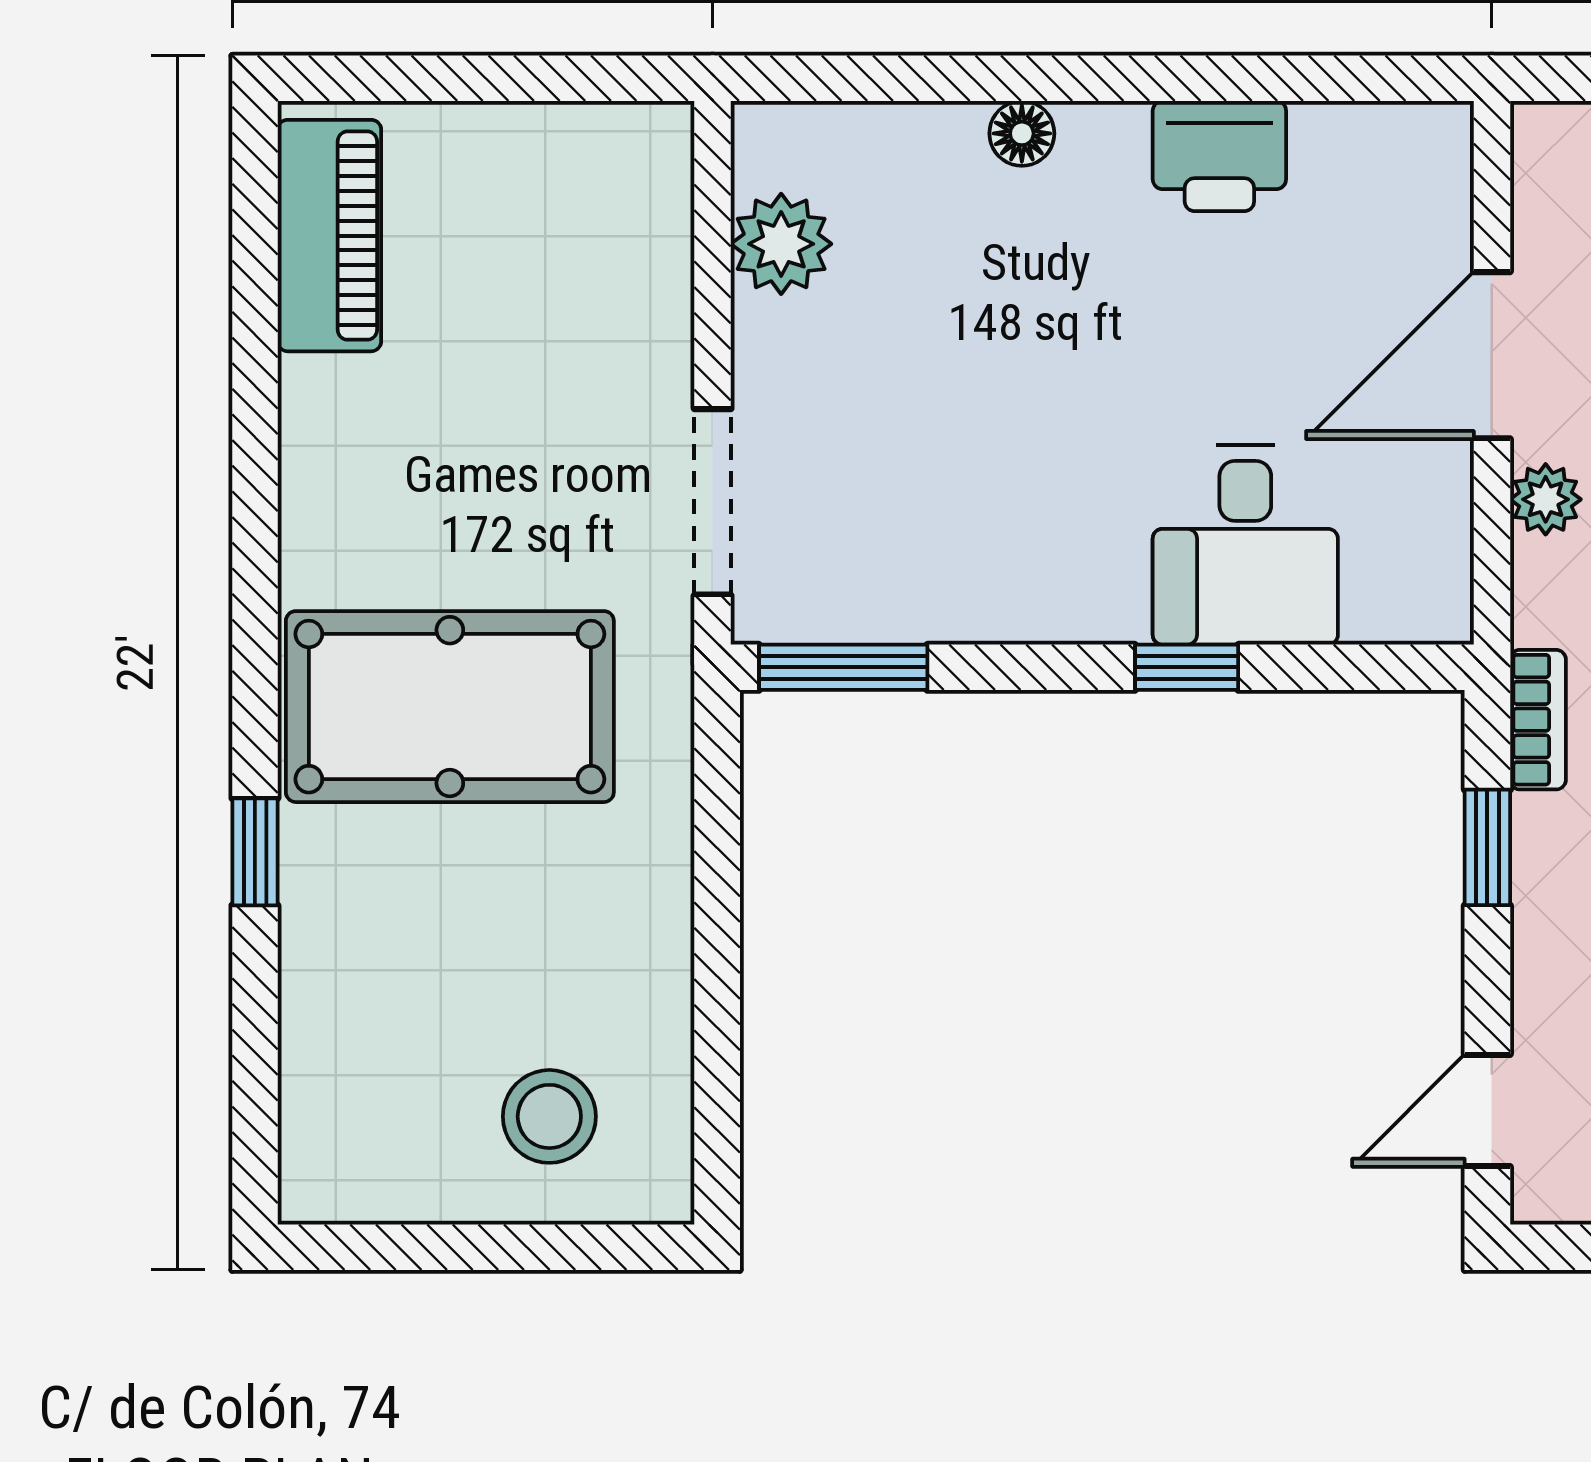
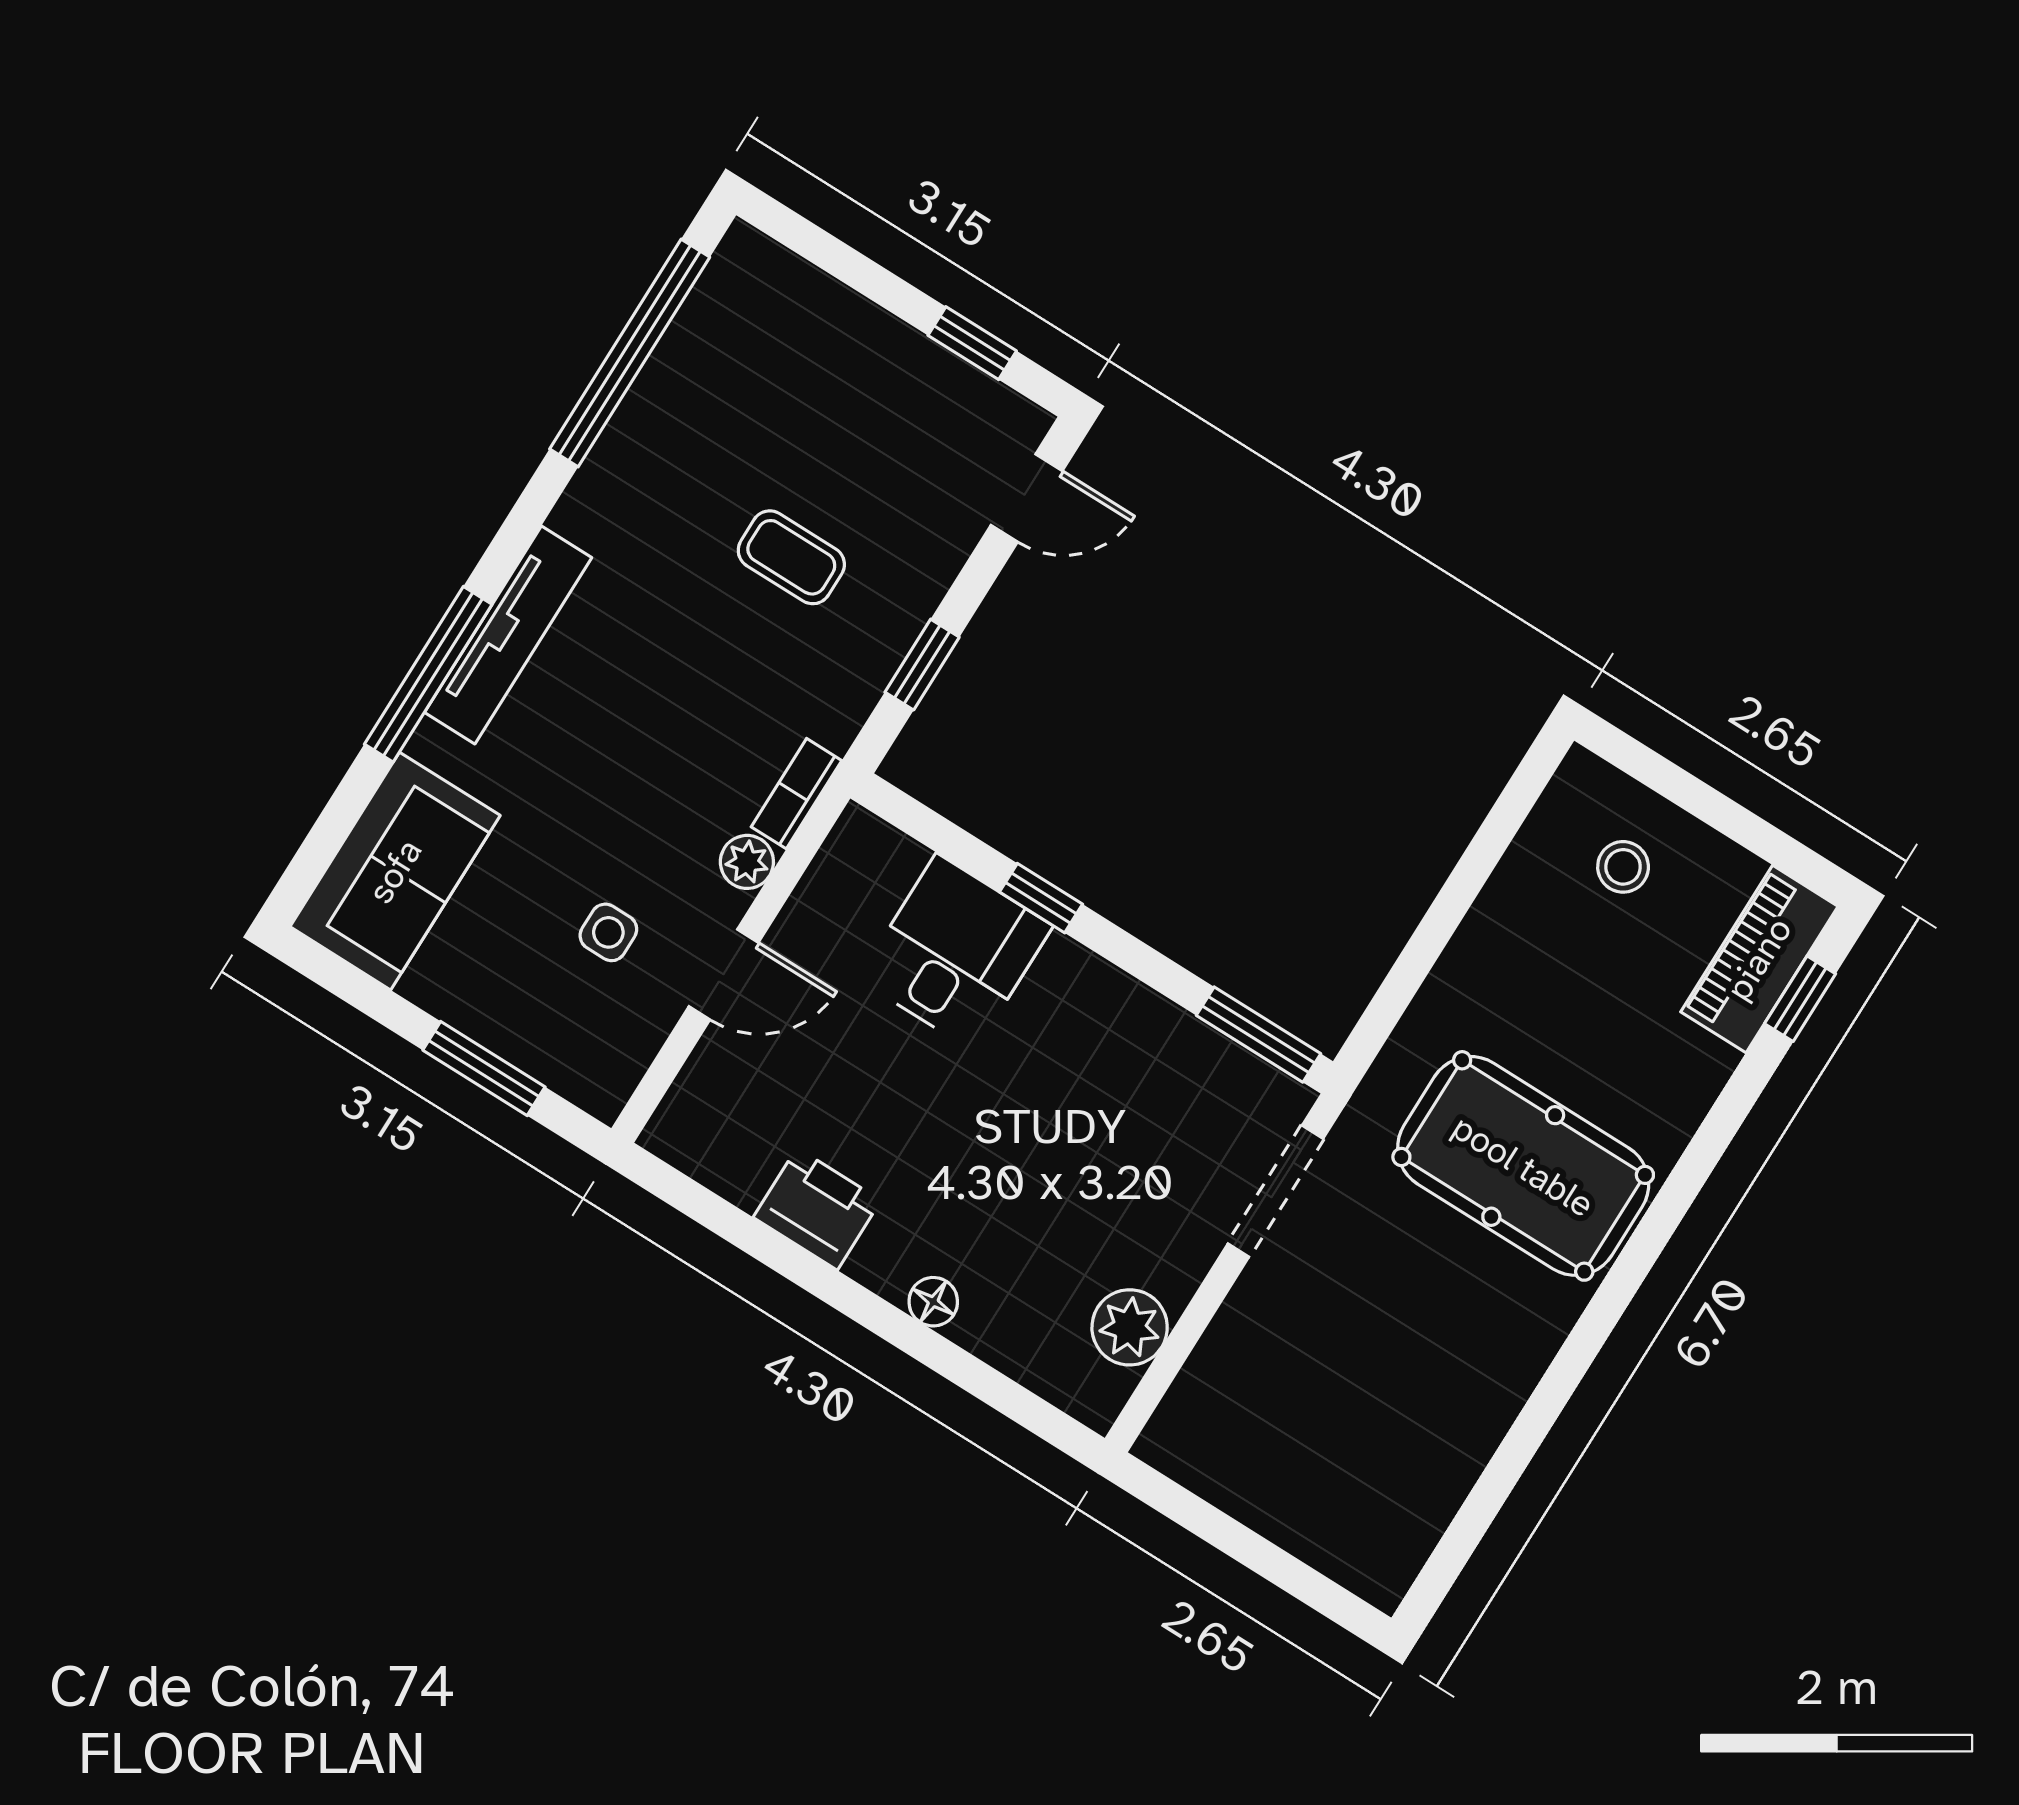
piano: (329, 236) -> (1759, 959), moved
door: (1492, 355) -> (724, 974), width x0.73
bookcase: (1538, 720) -> (796, 794), moved
window: (255, 852) -> (1800, 999), moved
stool: (549, 1116) -> (1623, 867), width x0.73, depth x0.73

